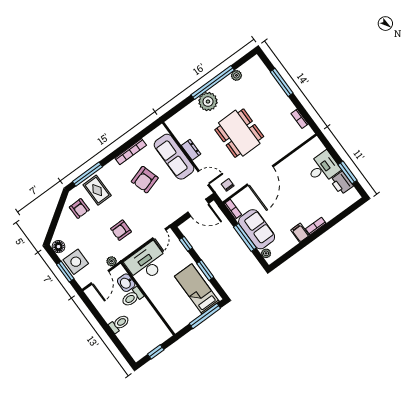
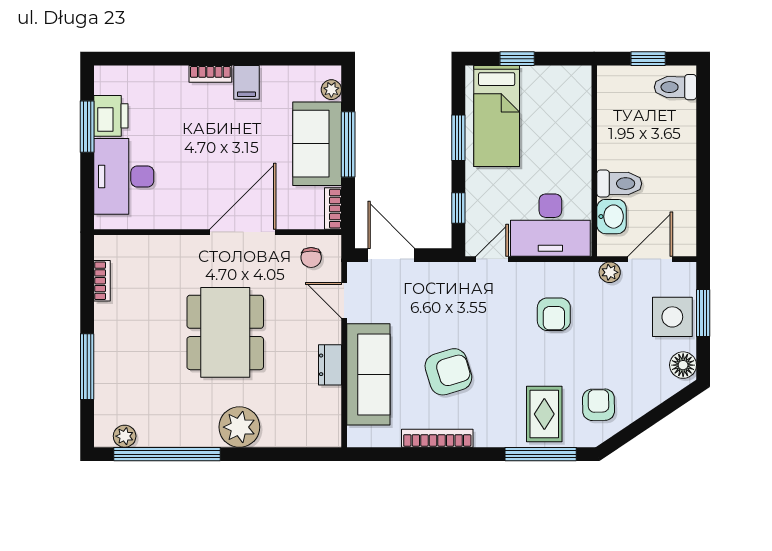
plant: (236, 75) -> (125, 436), moved
window: (213, 82) -> (167, 454), moved
desk: (323, 168) -> (124, 176), width x1.37
armchair: (121, 230) -> (554, 314), turned 90
window: (205, 316) -> (517, 59), width x0.46
toilet: (119, 324) -> (675, 87), moved

